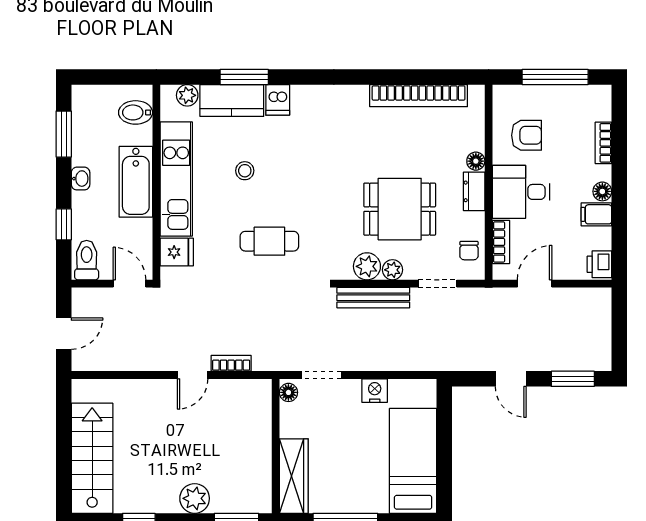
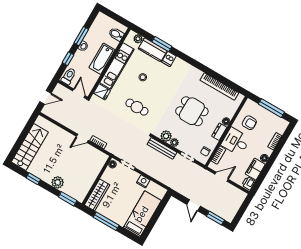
window: (64, 134) -> (81, 36), moved
dining table: (400, 209) -> (192, 111), moved
filing cabinet: (596, 214) -> (255, 169), width x2.00

